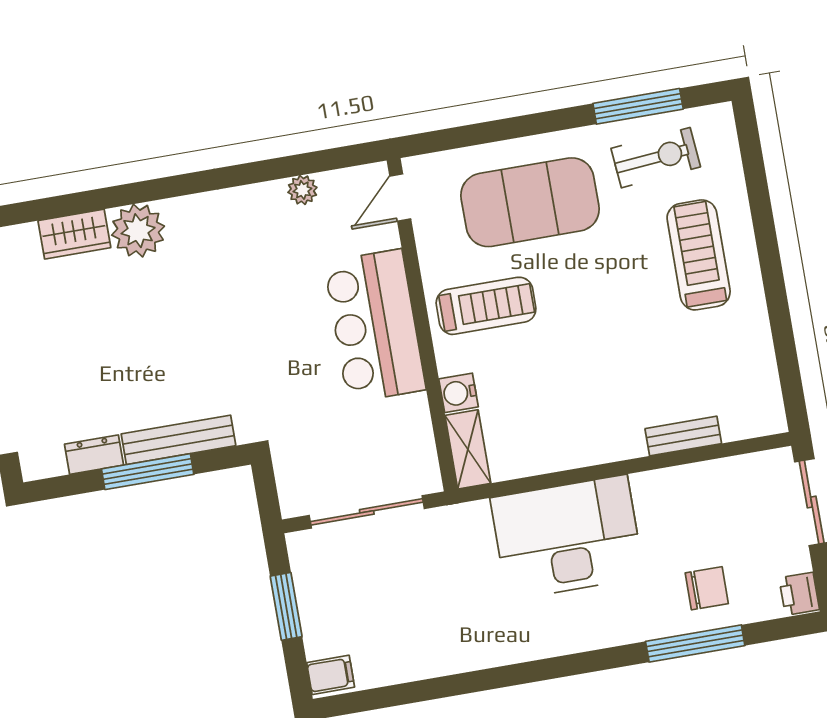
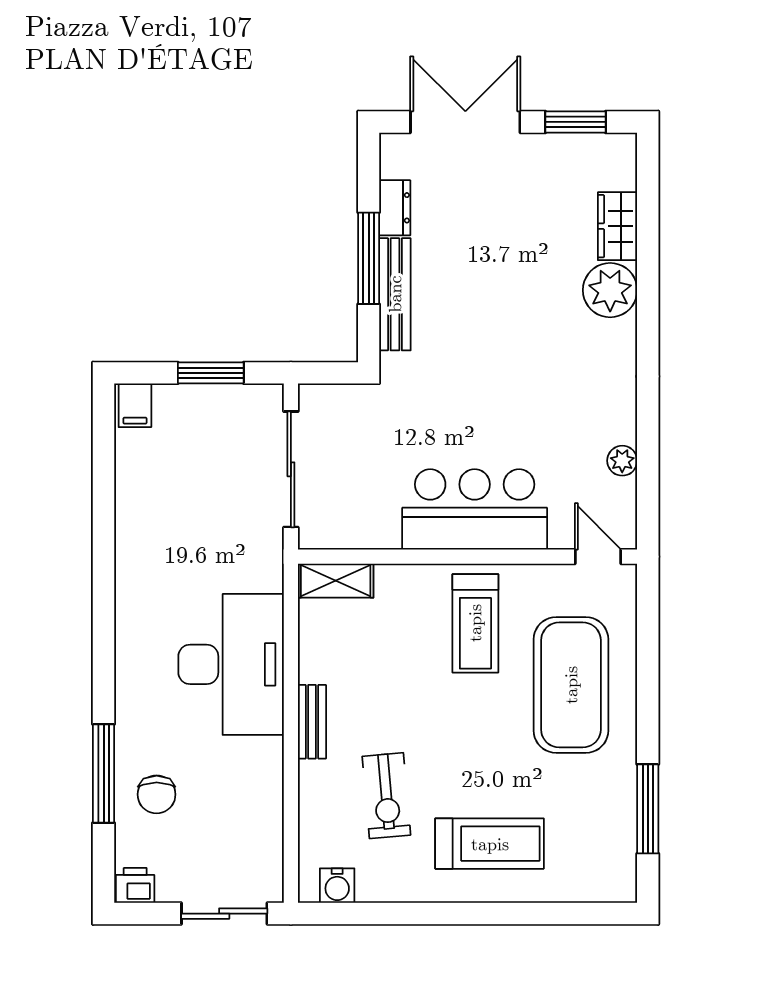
exercise bike: (656, 158) -> (386, 796), moved
water cooler: (458, 393) -> (337, 886), moved, turned 180
bench: (683, 436) -> (312, 722), moved

